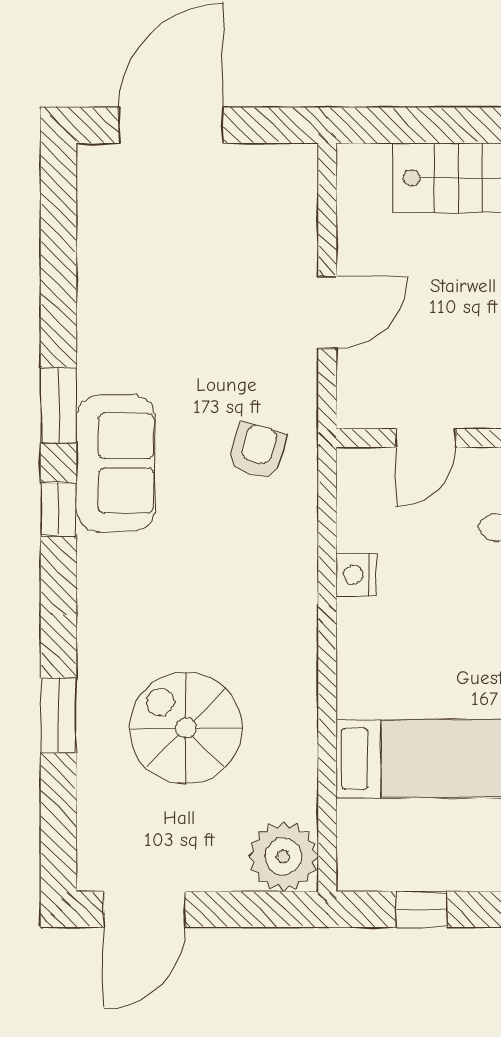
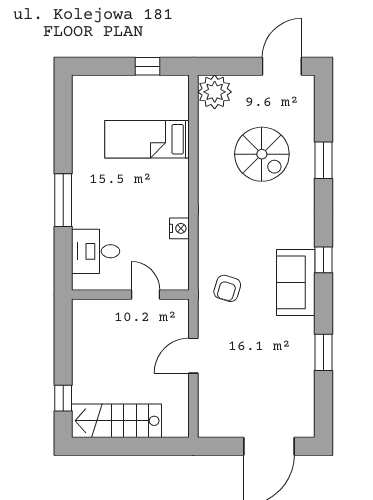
window: (59, 405) -> (324, 352), moved
door: (426, 438) -> (146, 295), hinge flipped

